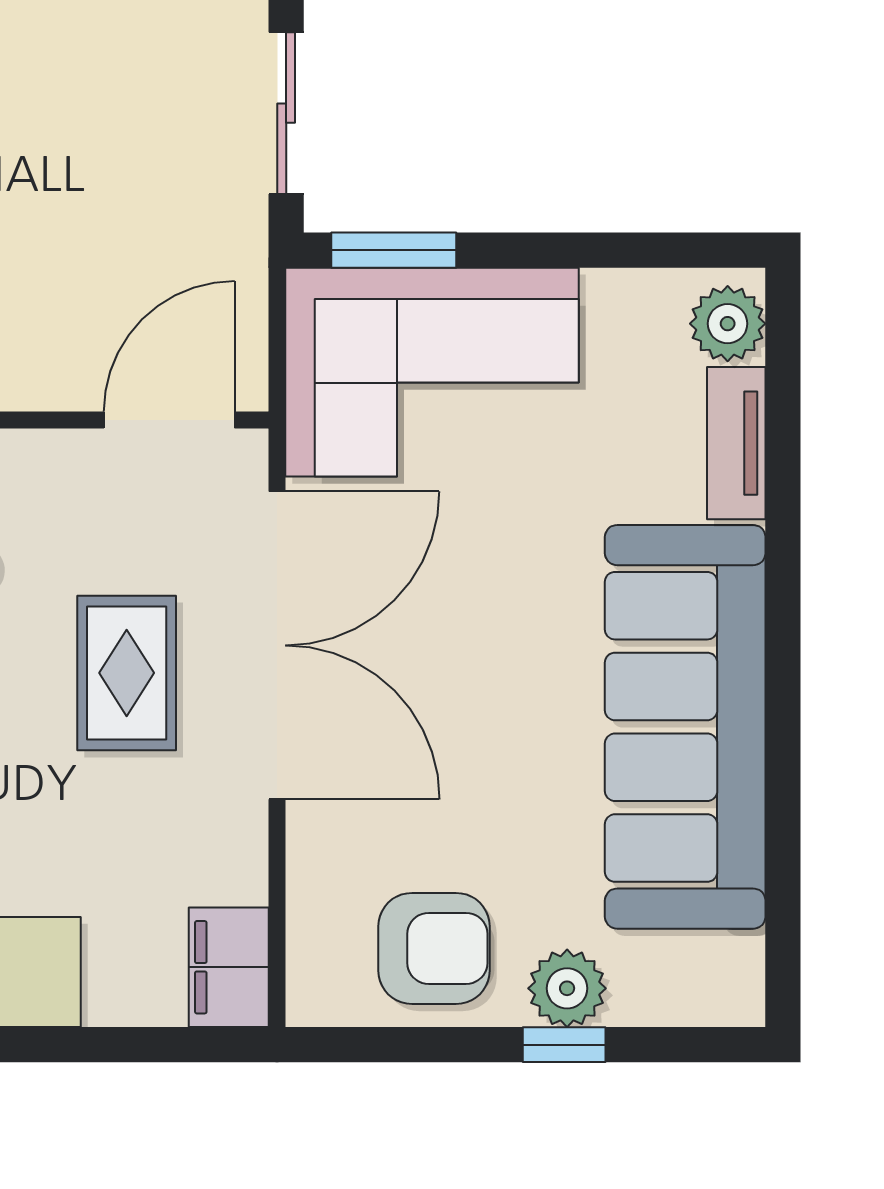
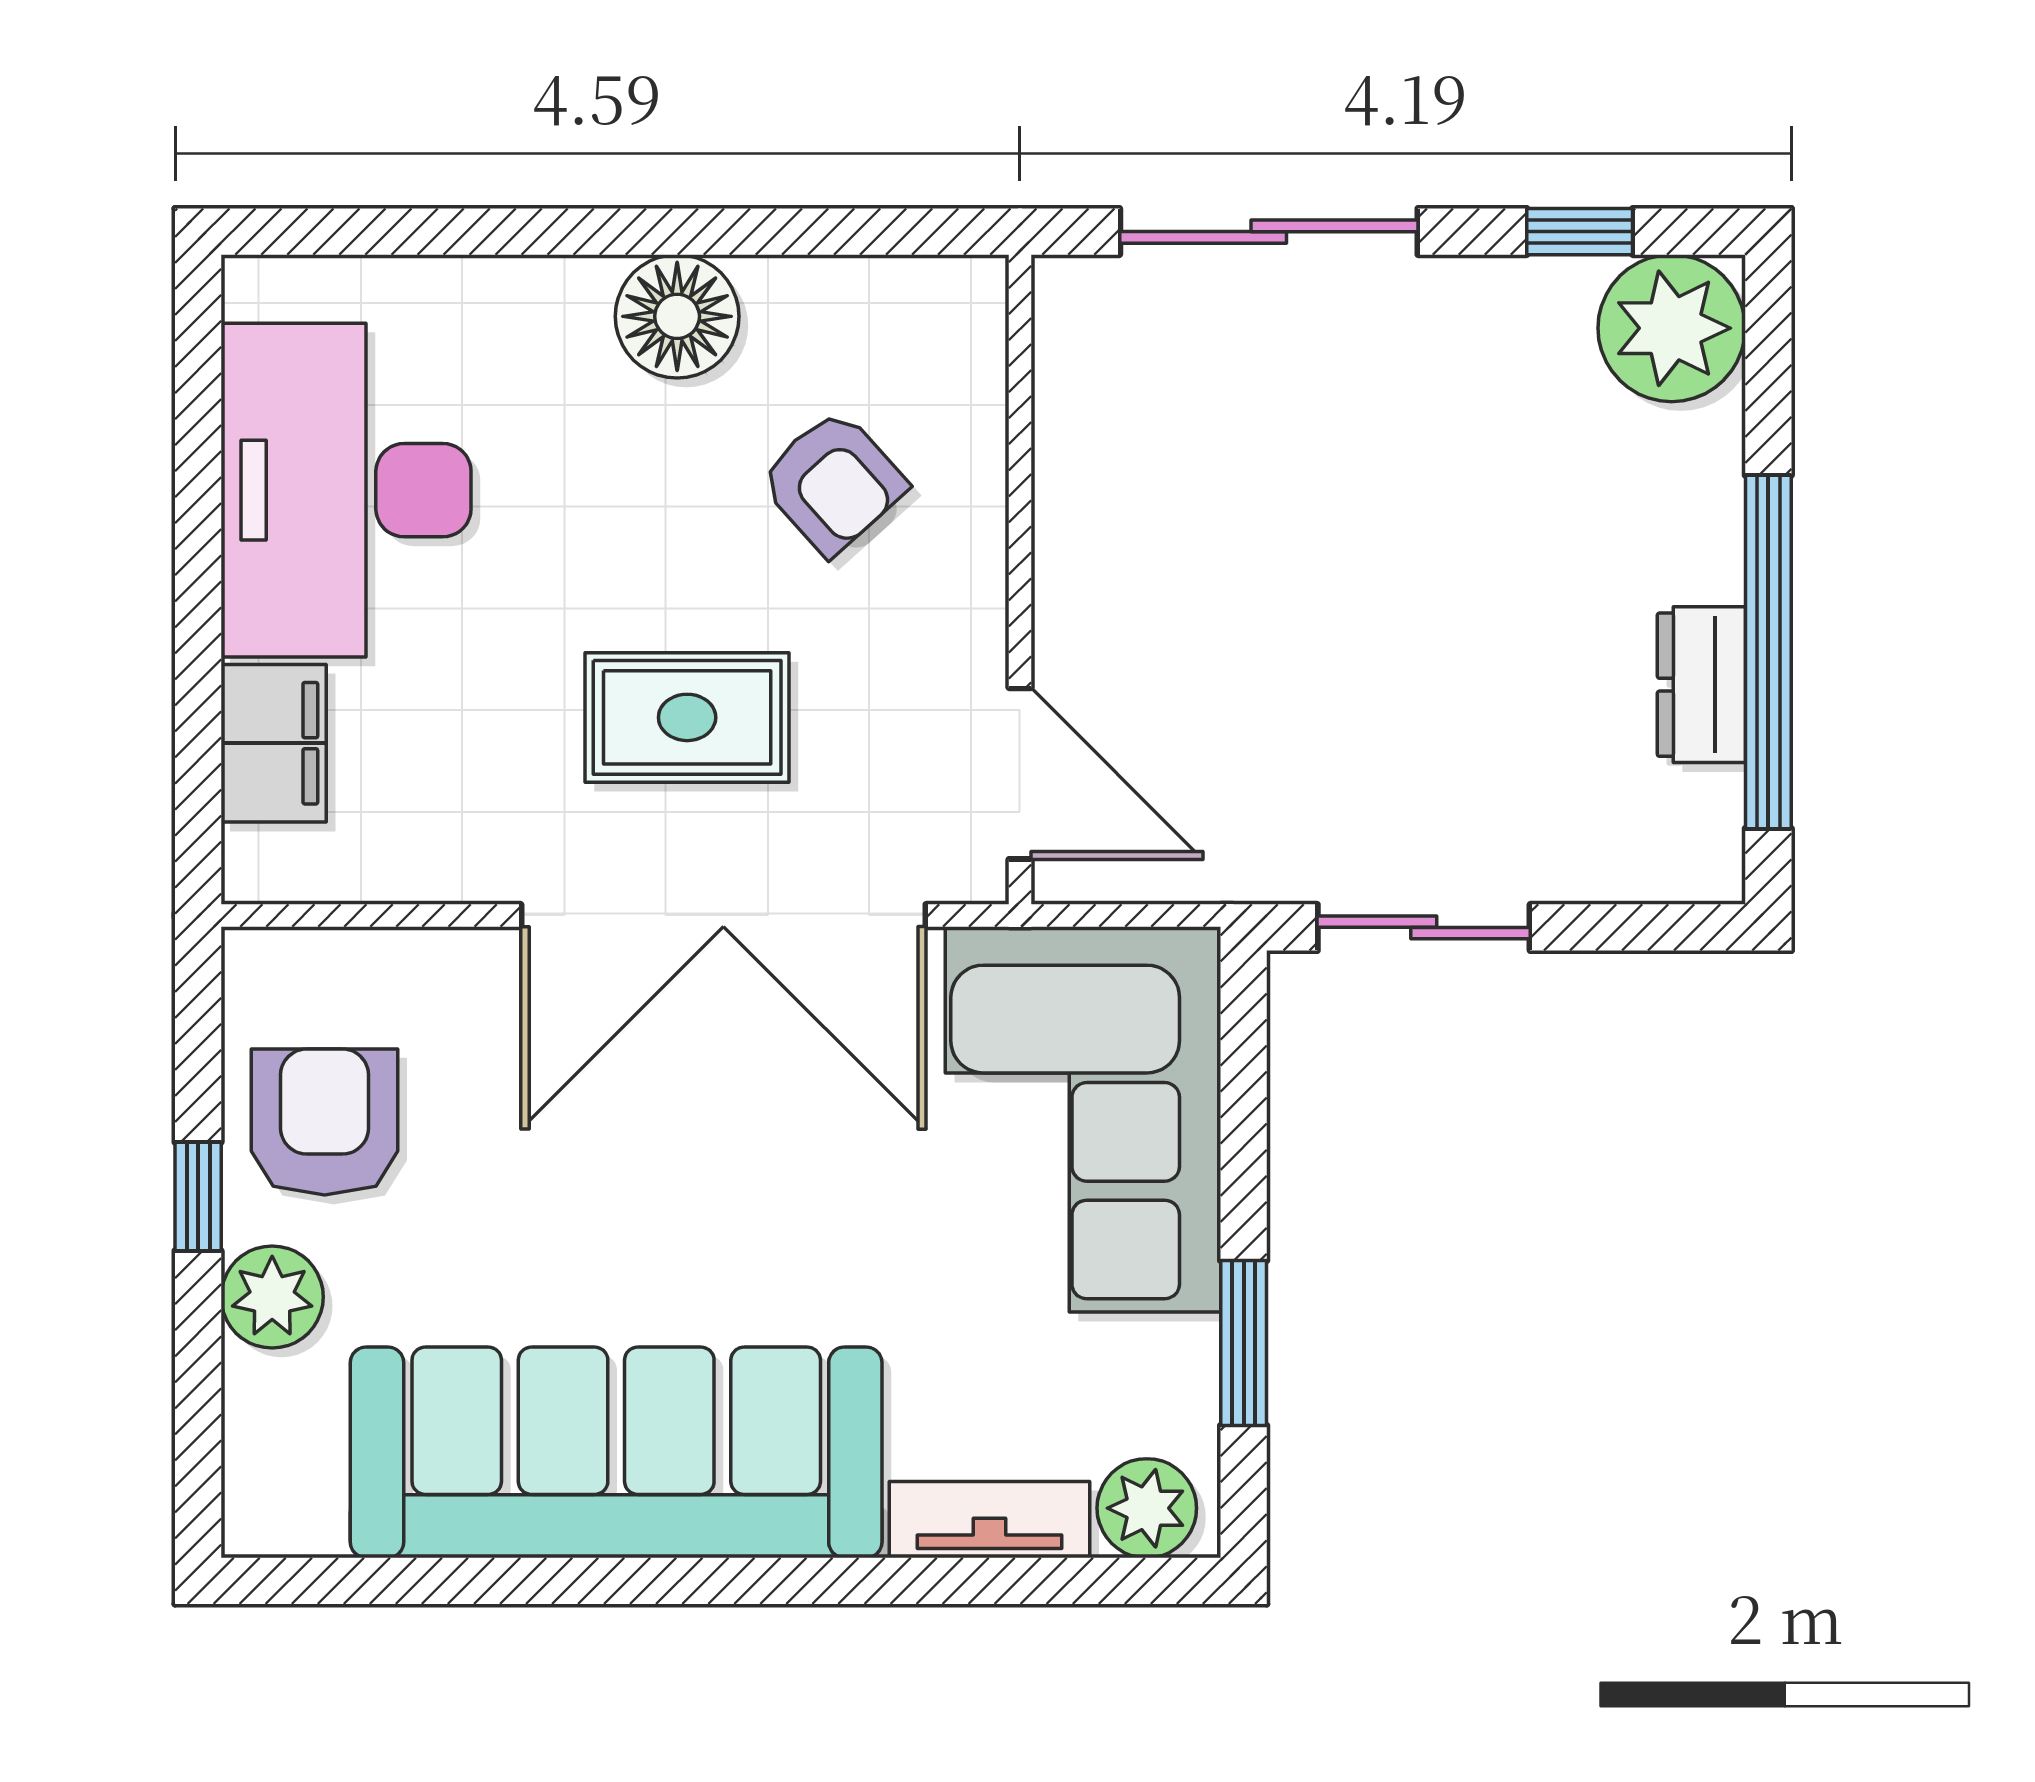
window: (394, 250) -> (1244, 1343), moved
armchair: (434, 948) -> (325, 1122), turned 180
filing cabinet: (229, 967) -> (274, 743), moved, turned 90
window: (564, 1045) -> (198, 1196), moved

